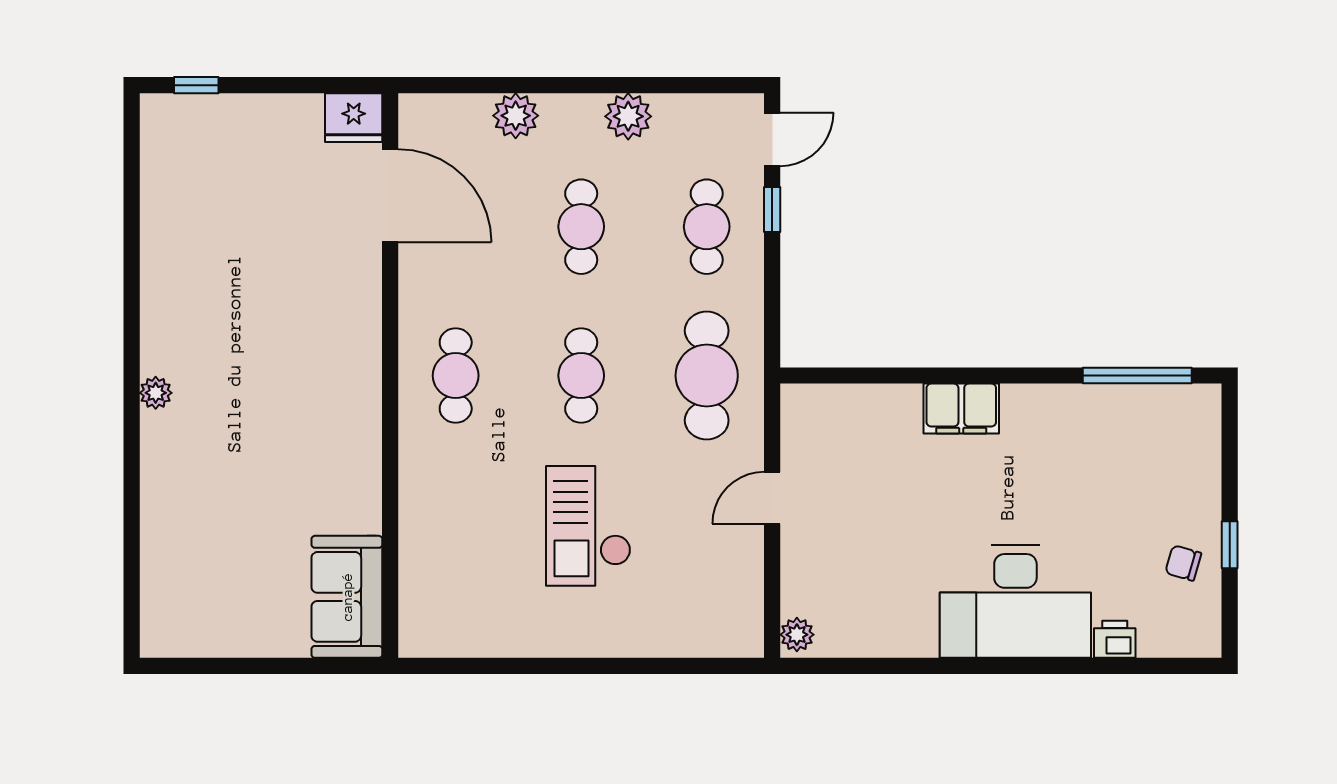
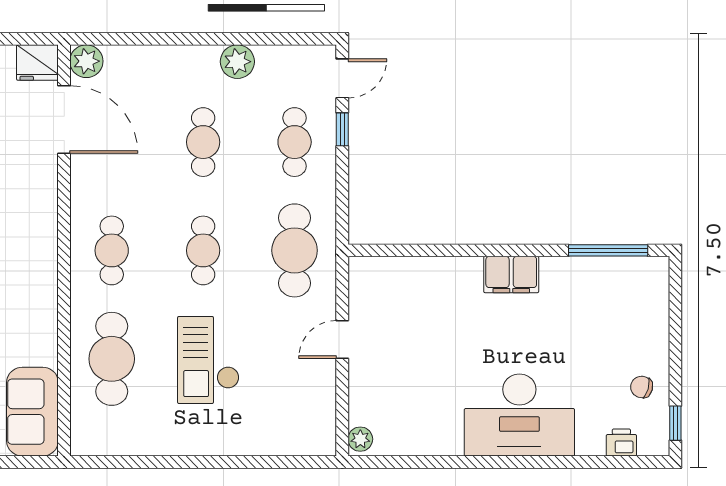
plant: (516, 116) -> (86, 61), moved
filing cabinet: (961, 409) -> (511, 275), moved
cafe table: (456, 524) -> (112, 359), added
window: (1230, 545) -> (675, 423), moved
printer: (1115, 639) -> (621, 443), moved

